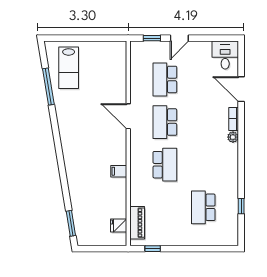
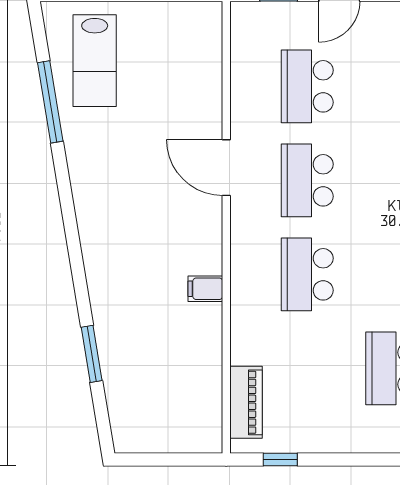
school desk: (165, 165) -> (307, 274), turned 180
window: (71, 223) -> (92, 354), moved
fridge: (119, 226) -> (205, 409), removed

